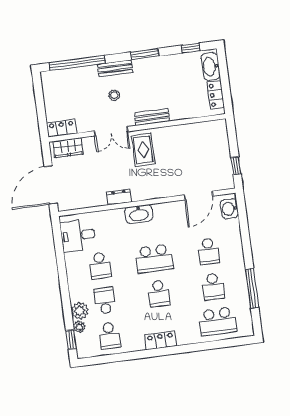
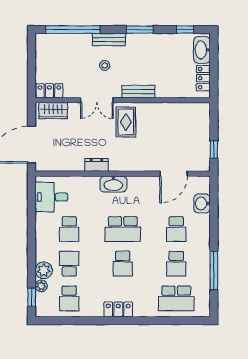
washbasin: (229, 209) -> (202, 203), moved

